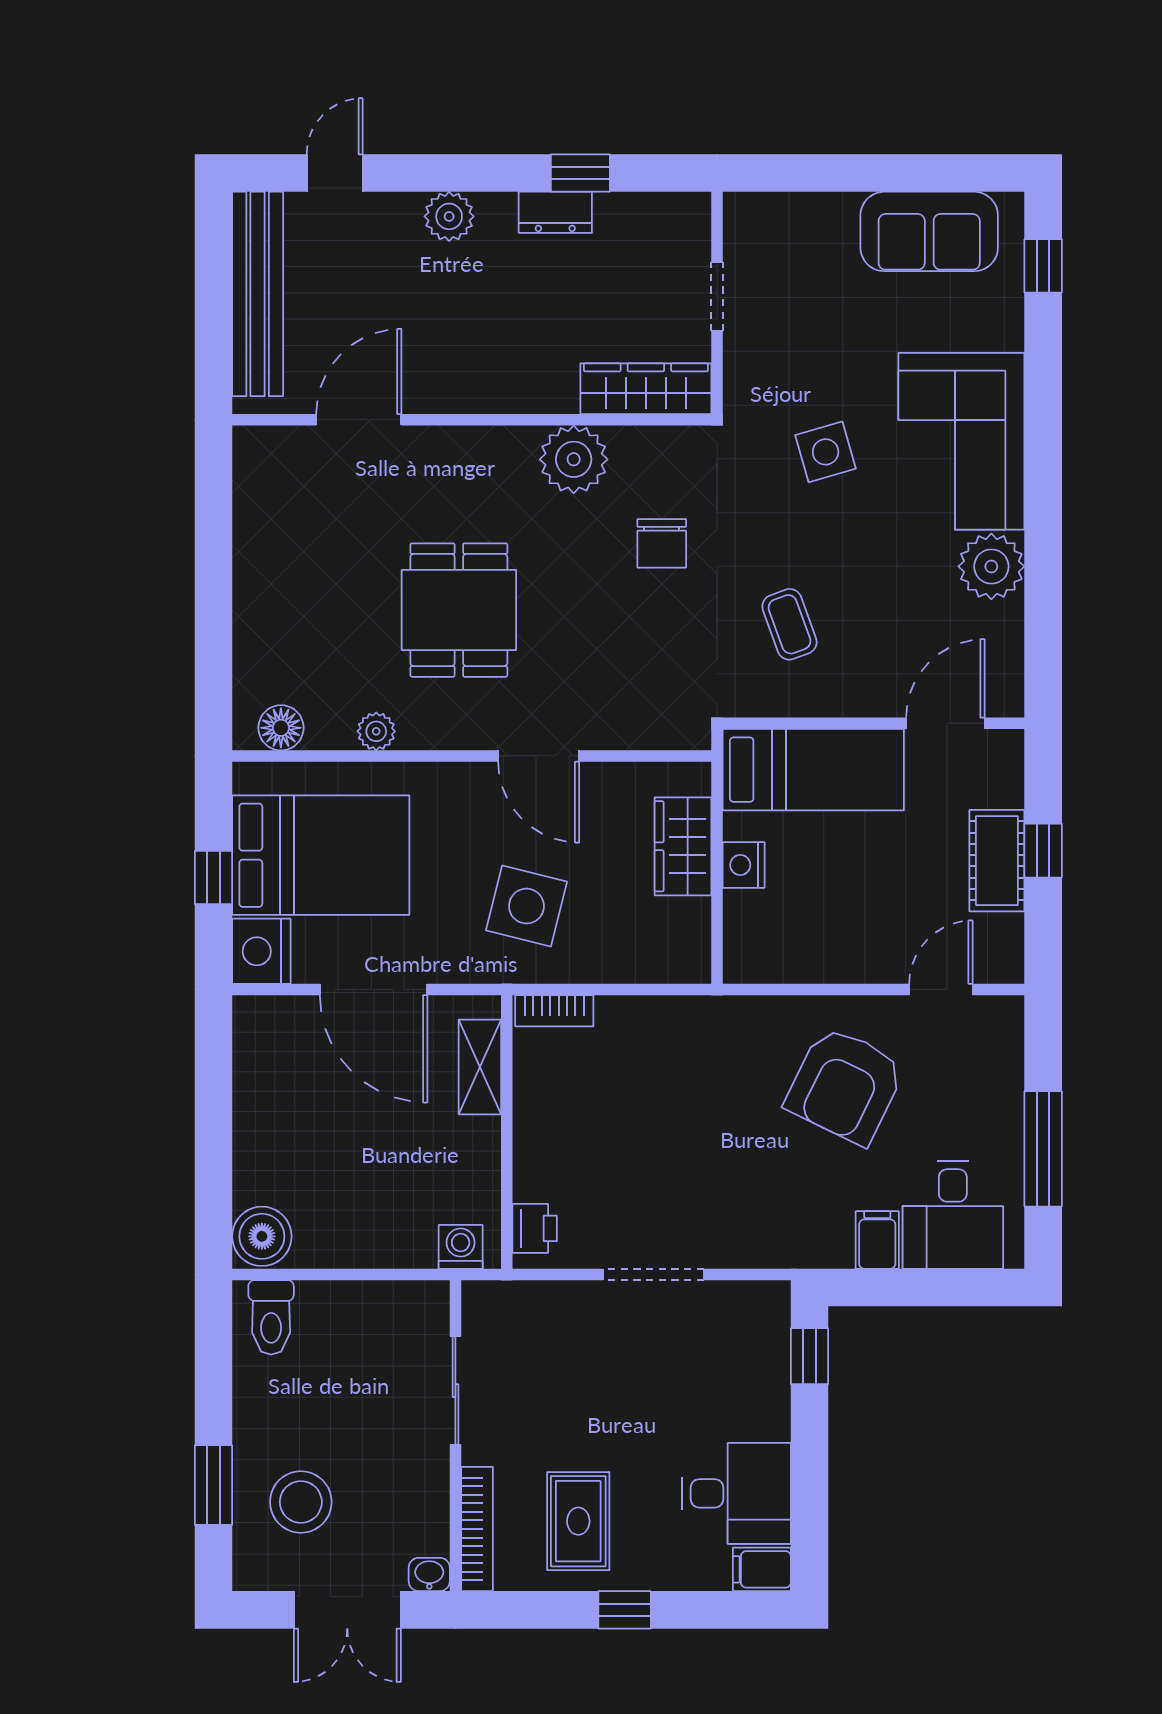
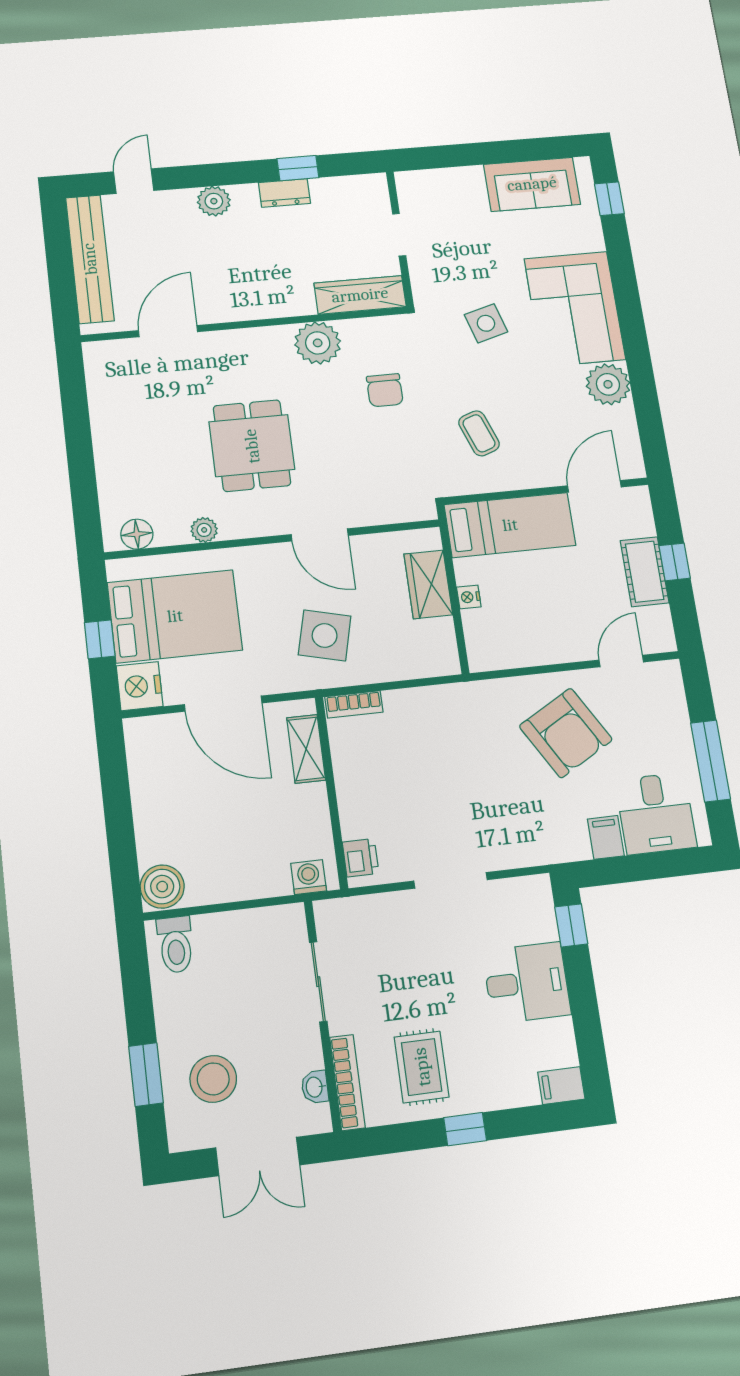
nightstand: (744, 865) -> (469, 597), width x0.72, depth x0.74
armchair: (845, 1085) -> (566, 733), turned -56
desk: (736, 1493) -> (527, 983), moved
washbasin: (429, 1574) -> (315, 1087), moved, turned -90

